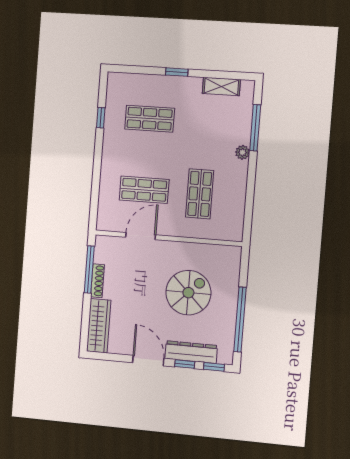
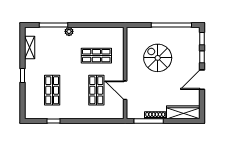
dresser: (191, 352) -> (194, 53), removed

